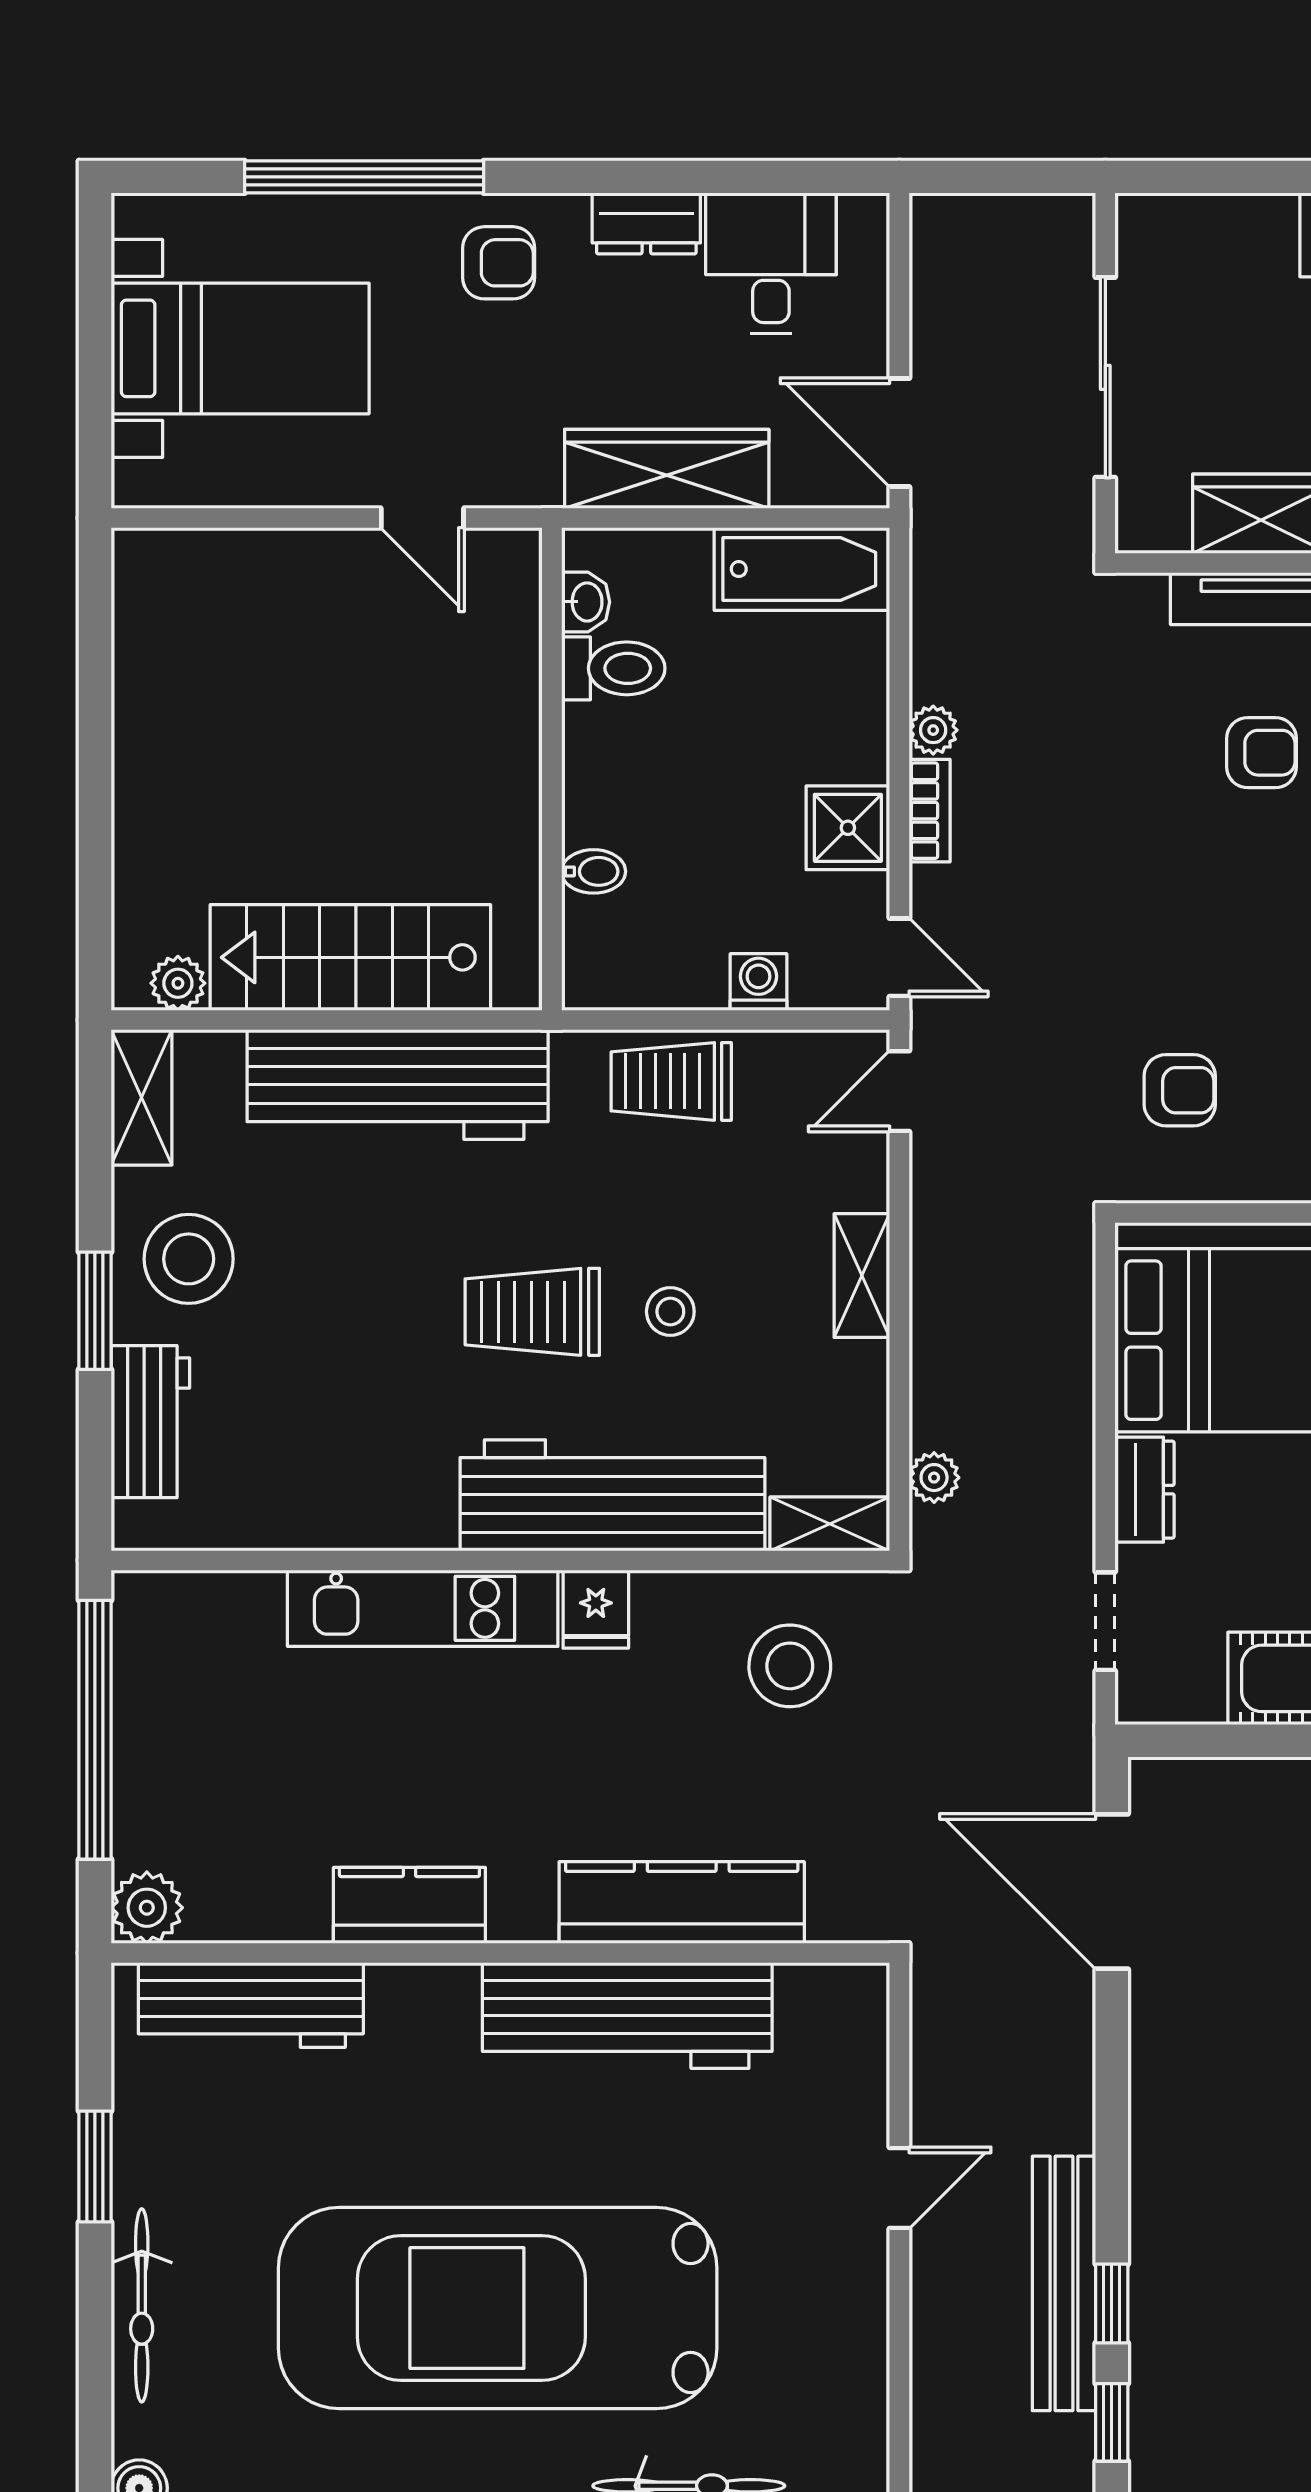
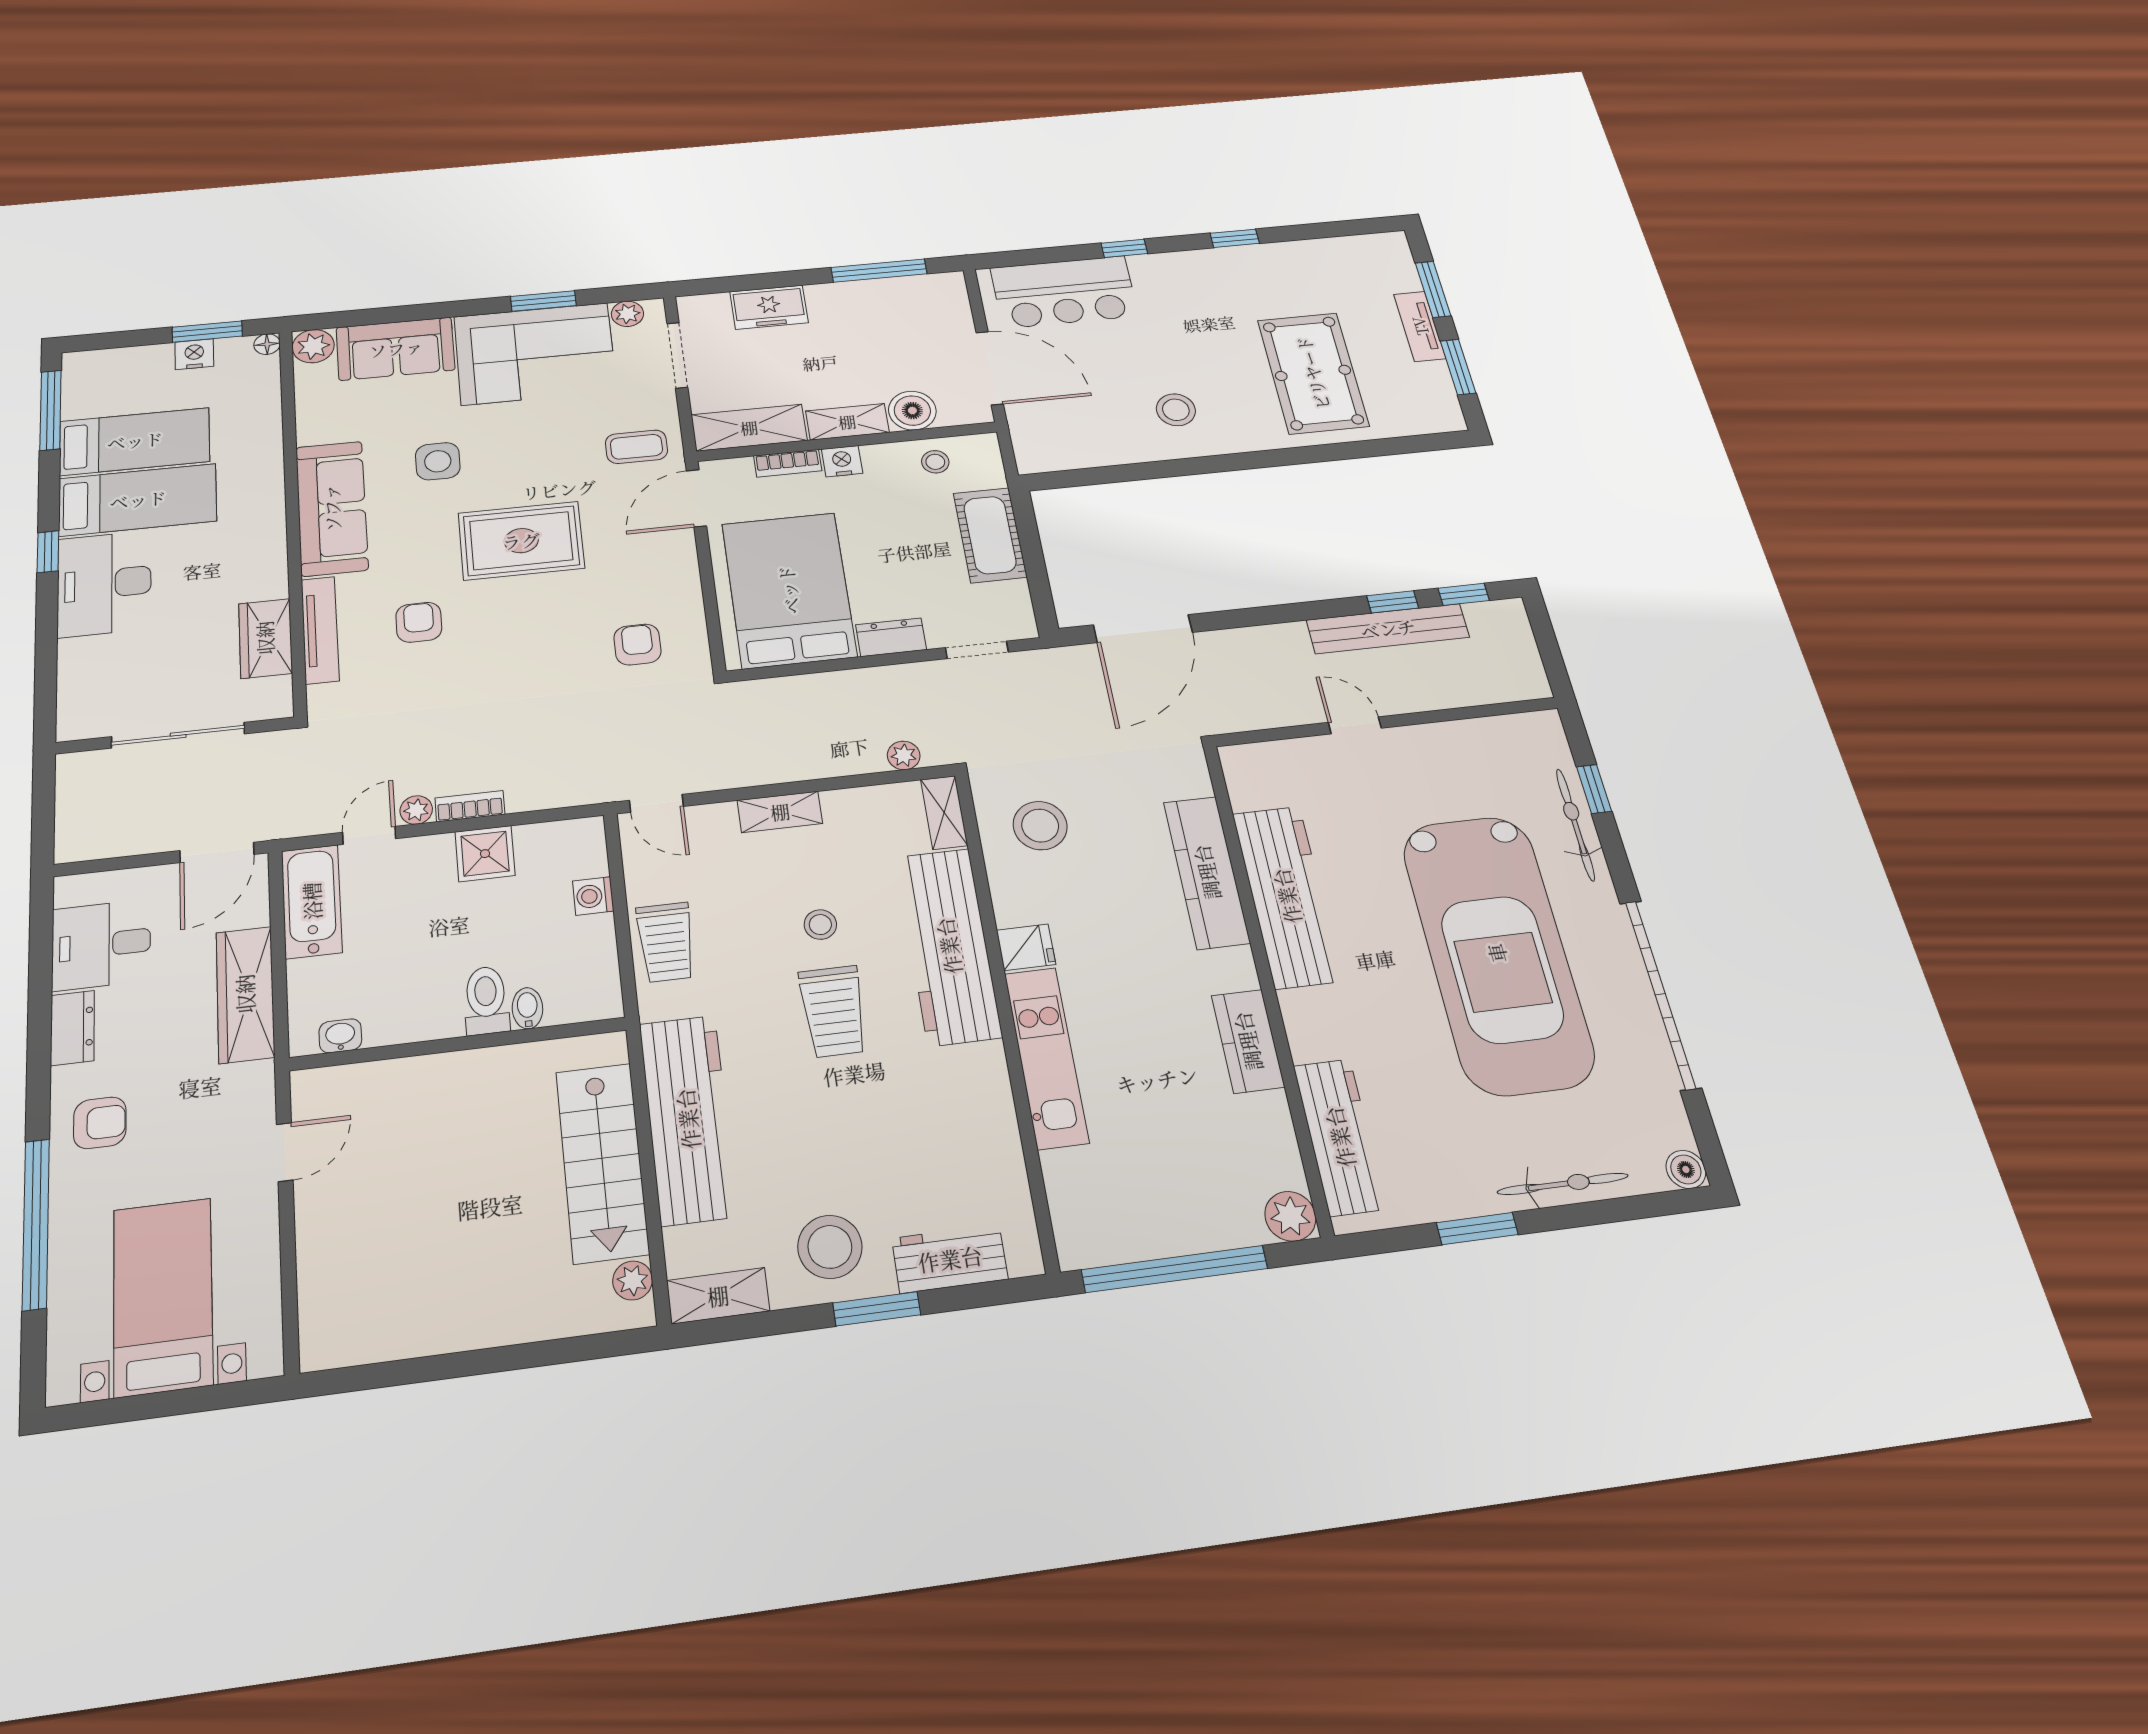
armchair: (499, 263) -> (100, 1123), turned 90
toilet: (613, 668) -> (486, 1000), moved
door: (899, 957) -> (369, 835), moved

